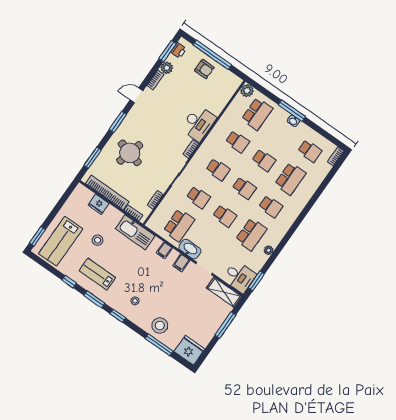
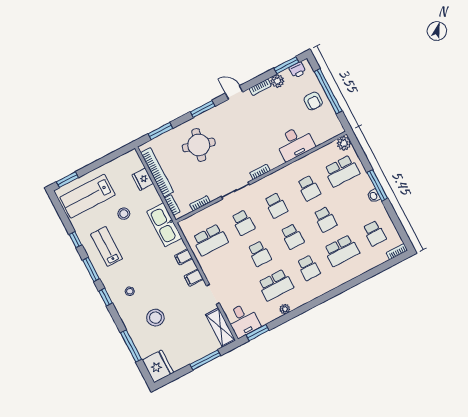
desk: (198, 123) -> (295, 143), moved
washbasin: (190, 249) -> (209, 269), removed
stool: (160, 326) -> (155, 318), moved

